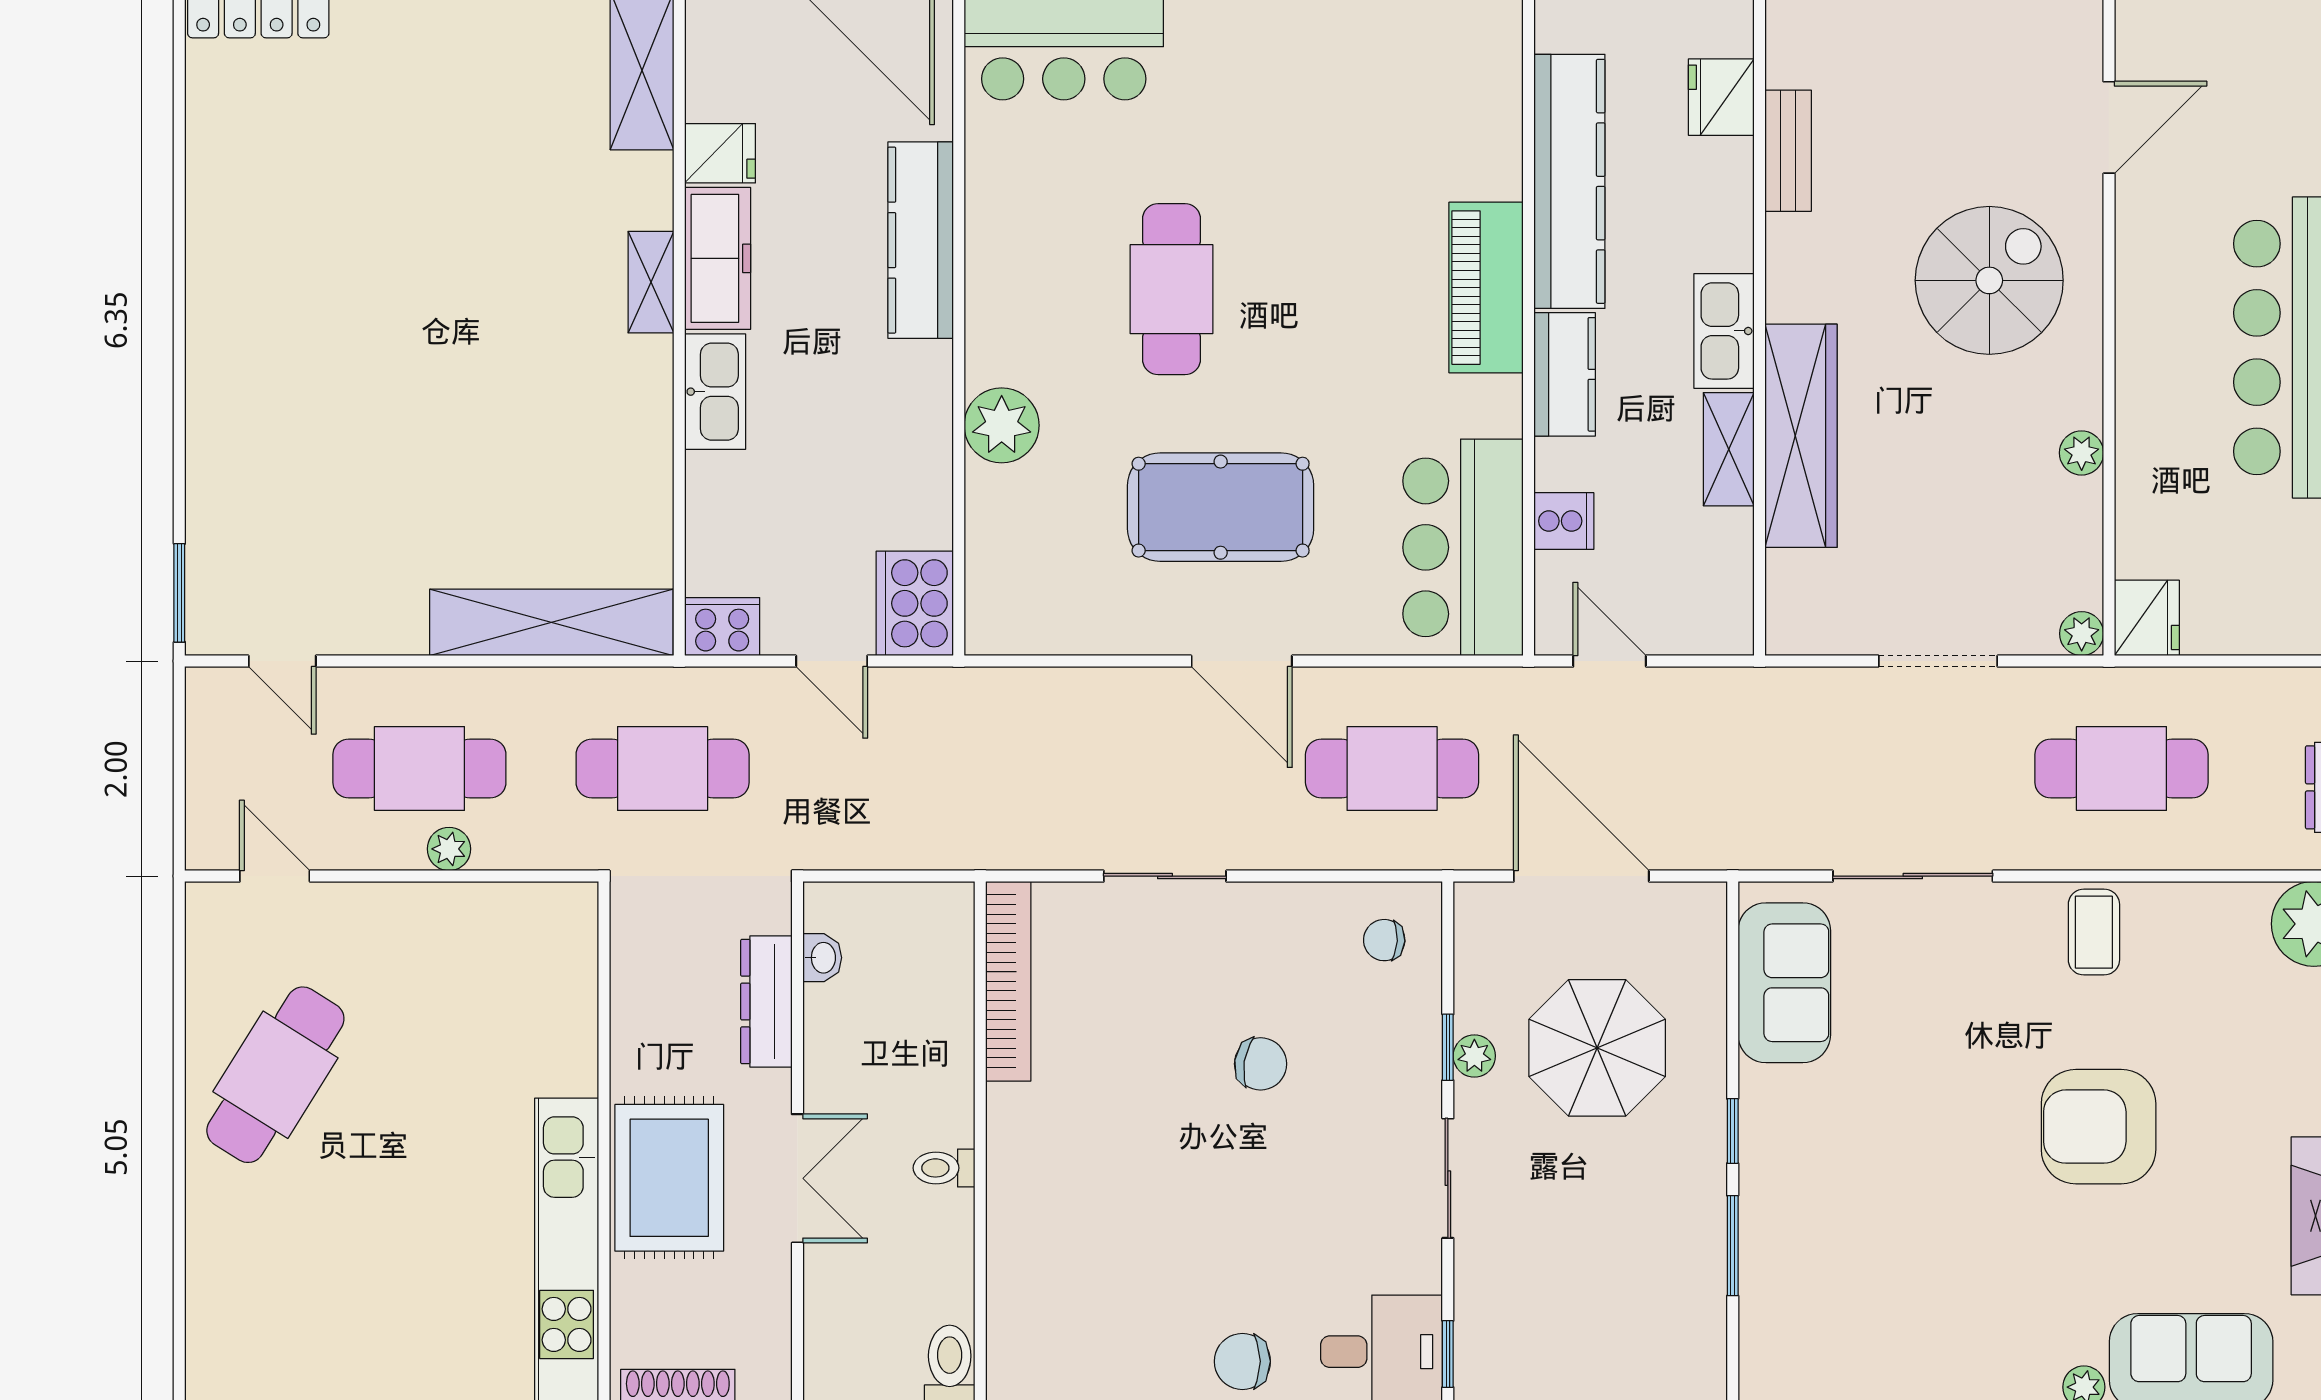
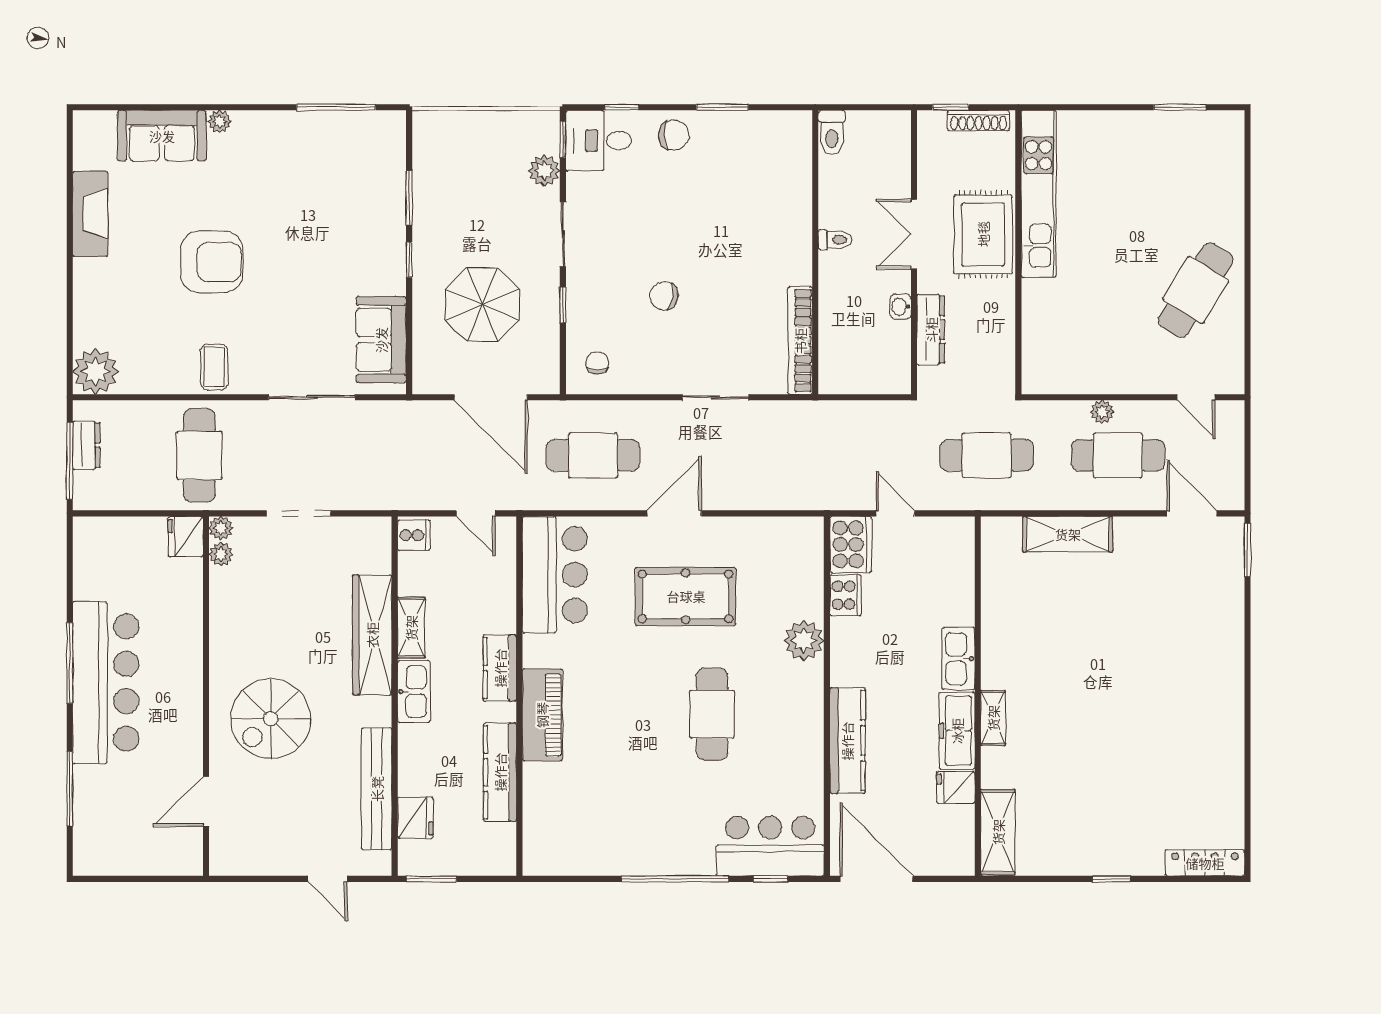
bench: (1788, 151) -> (377, 789), width x1.86, depth x1.21
kitchen counter: (1569, 181) -> (500, 772), width x0.72, depth x0.86
plant: (2082, 453) -> (221, 554), moved
cooker: (1564, 521) -> (414, 535), moved, turned 180
shelving: (551, 622) -> (1068, 534), width x0.68
cooker: (722, 627) -> (845, 595), moved, turned -90
door: (282, 661) -> (1192, 513), width x1.38
door: (1242, 661) -> (674, 513), hinge flipped
cafe table: (2121, 769) -> (199, 455), turned 90
chair: (1384, 940) -> (597, 363), turned -94
washbasin: (822, 958) -> (901, 307), moved
plant: (1474, 1056) -> (544, 171), moved, width x1.38, depth x1.38

